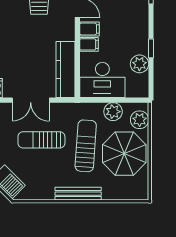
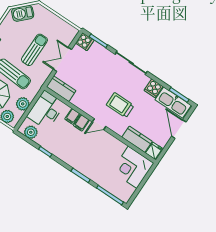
plant: (139, 64) -> (31, 132), moved
kitchen counter: (66, 70) -> (61, 89), width x0.67

